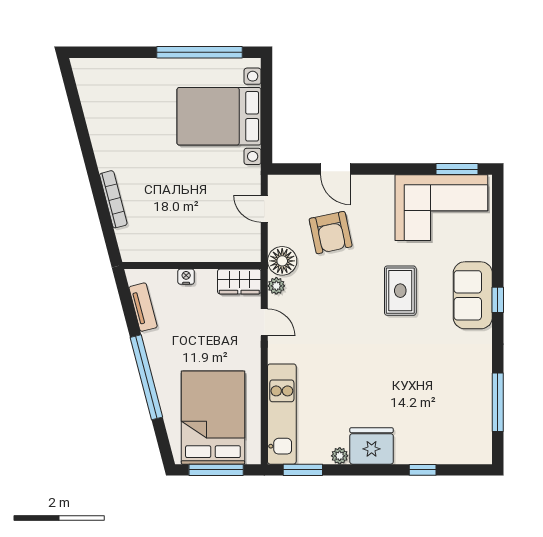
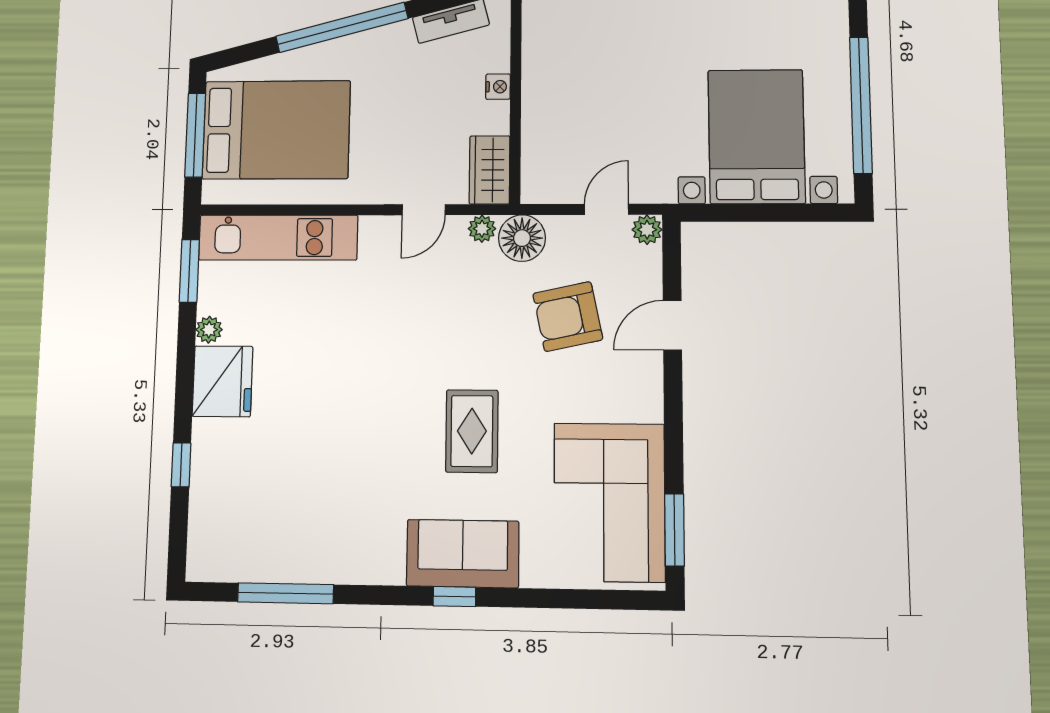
plant: (277, 184) -> (647, 230), added
rug: (400, 291) -> (472, 431), turned 90

